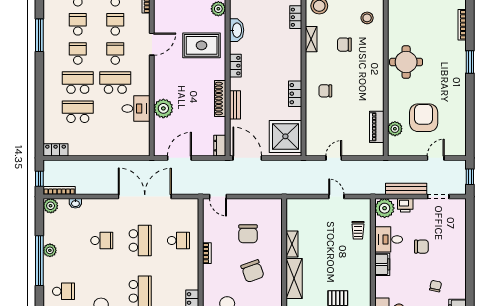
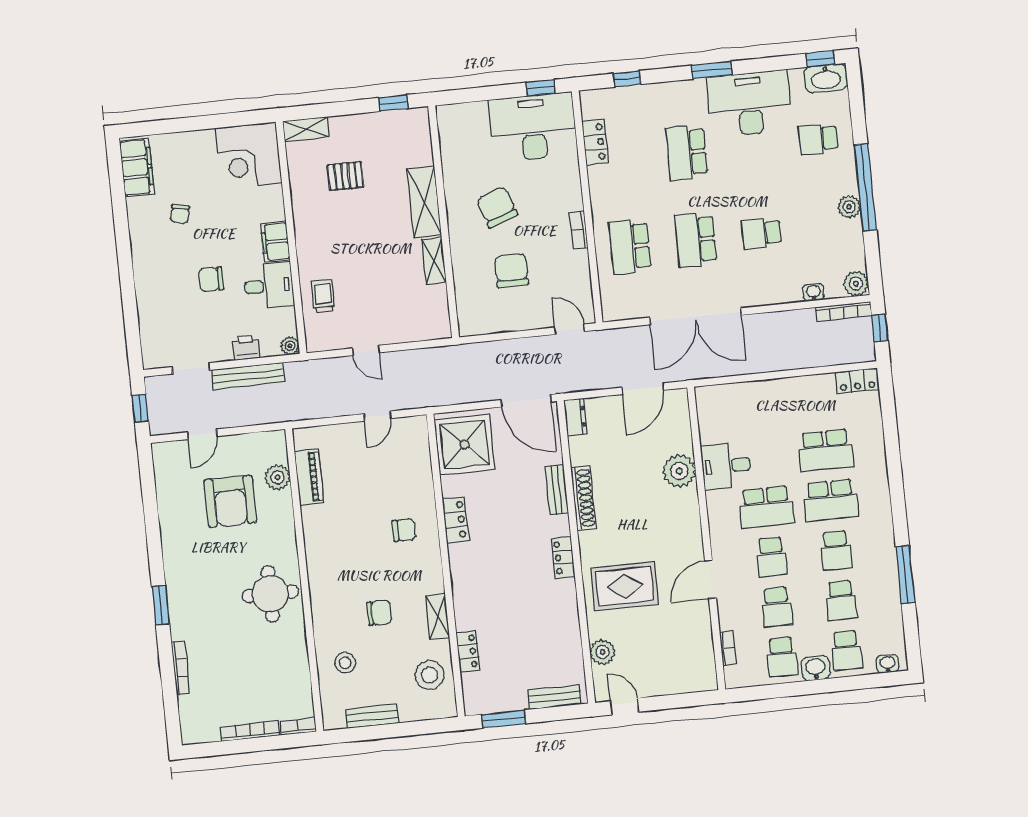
washbasin: (237, 30) -> (567, 619), removed
plant: (385, 208) -> (290, 346), width x0.53, depth x0.53
school desk: (178, 240) -> (630, 247), width x1.85

